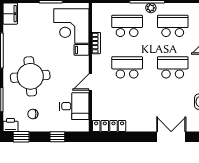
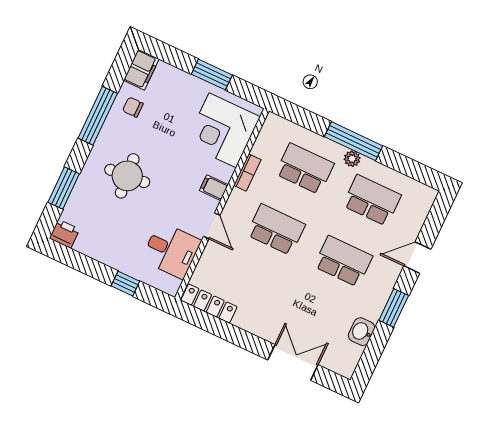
filing cabinet: (81, 50) -> (214, 188), moved
round table: (30, 76) -> (127, 176), width x0.73, depth x0.73
door: (90, 82) -> (212, 226), swing flipped
chair: (33, 114) -> (133, 107), moved
window: (21, 137) -> (72, 259), removed

